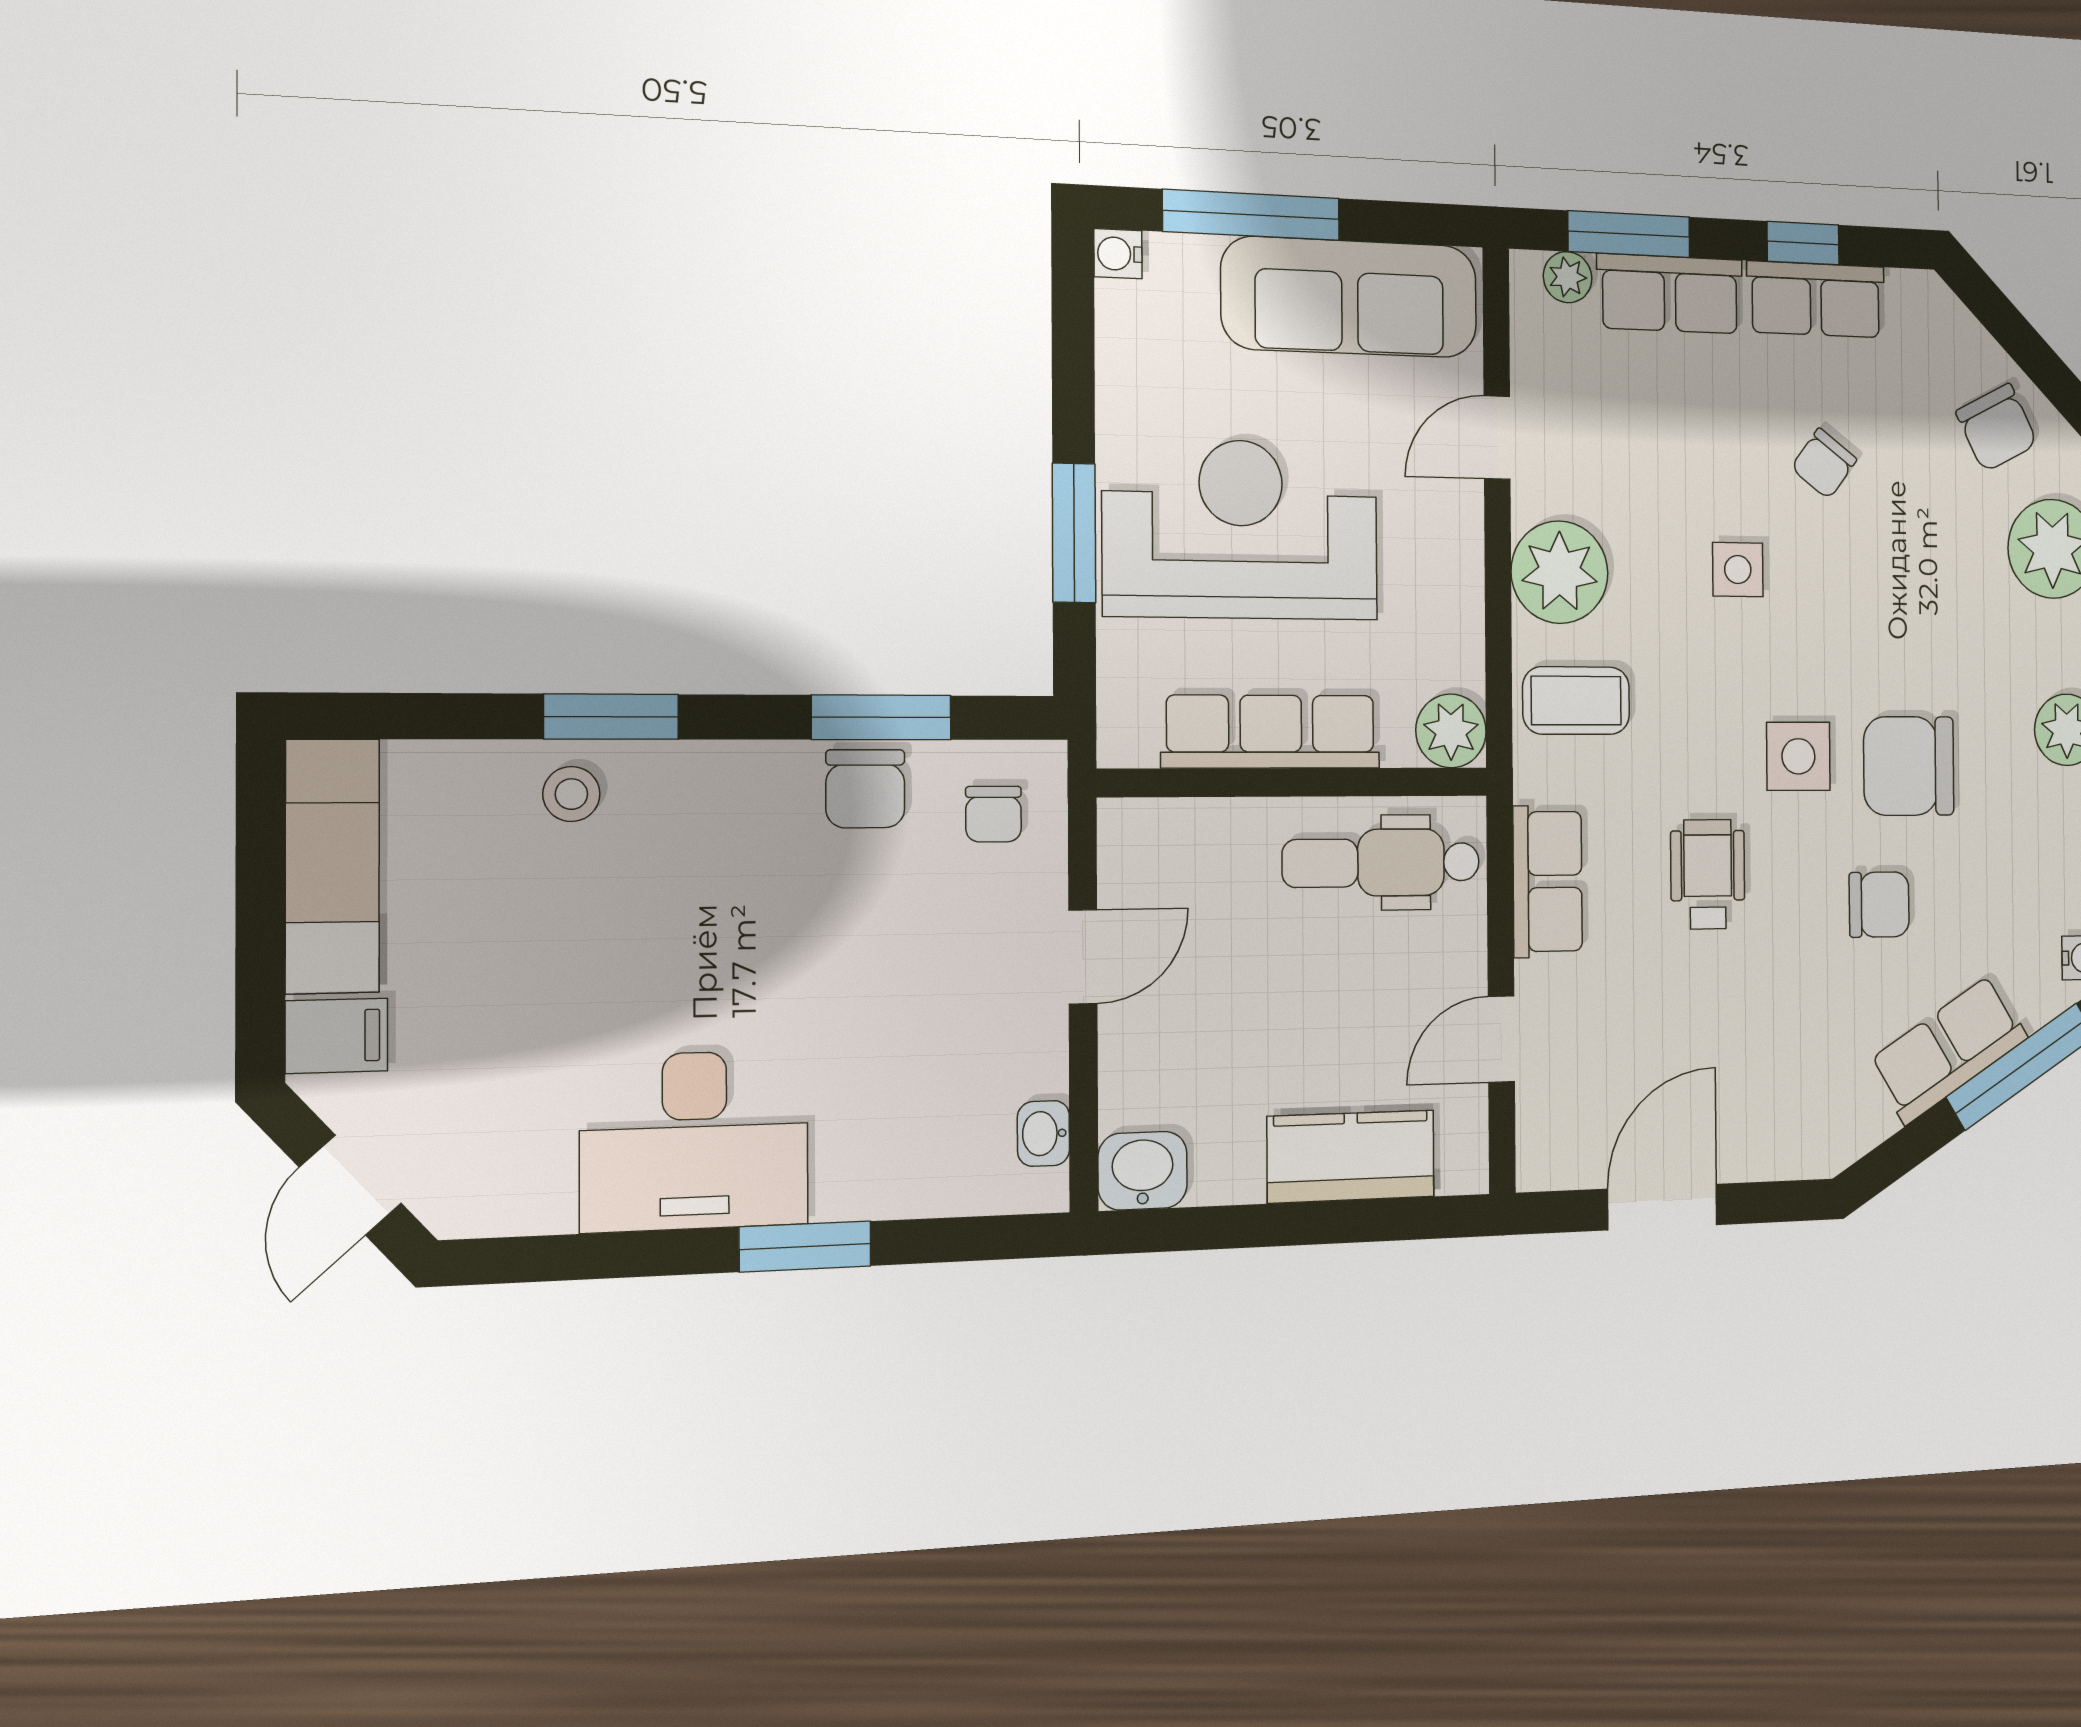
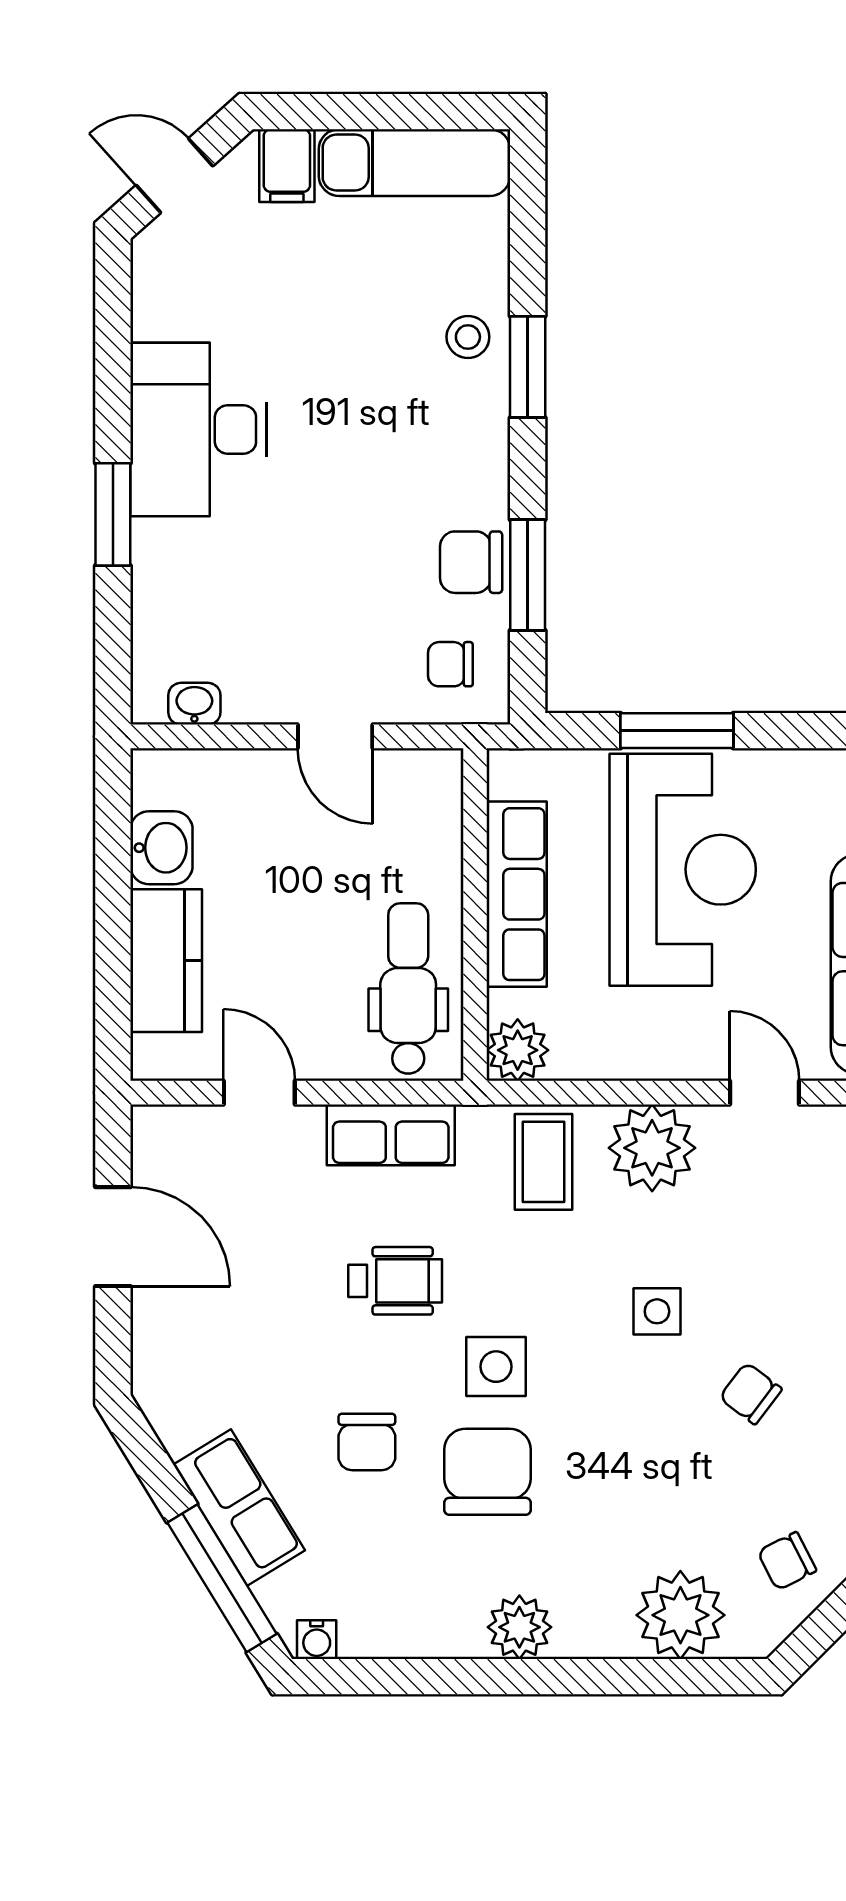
chair: (1997, 428) -> (787, 1561), width x0.73, depth x0.73
washbasin: (1143, 1171) -> (161, 848), moved

